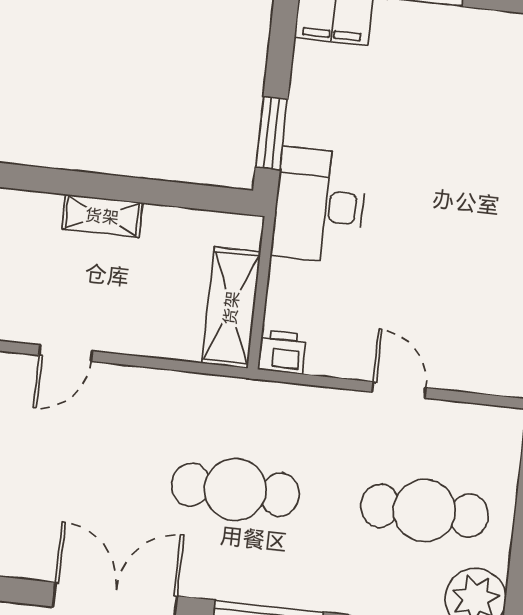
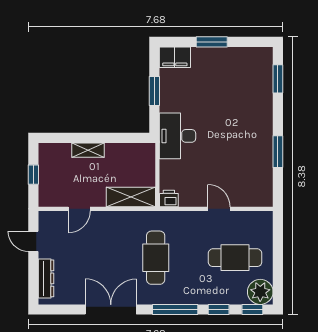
window: (272, 133) -> (154, 91), moved
shelving: (231, 308) -> (131, 197), moved, turned 90
cafe table: (235, 490) -> (156, 258), turned 90

